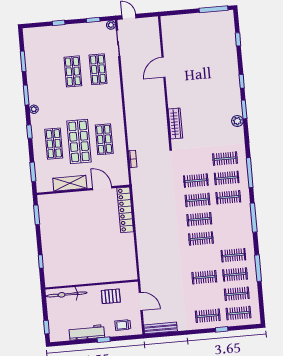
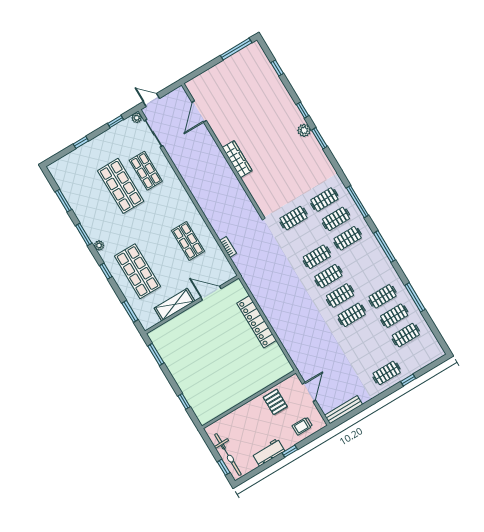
door: (164, 67) -> (199, 111), moved
shop shelf: (73, 71) -> (121, 186), width x1.43, depth x1.36
plant: (237, 121) -> (304, 130), moved
wardrobe: (175, 123) -> (237, 159), moved
shop shelf: (79, 141) -> (163, 256), removed
shop shelf: (54, 144) -> (137, 271), width x1.43, depth x1.36
clothes rail: (196, 181) -> (293, 218), moved
locker: (125, 210) -> (257, 322), moved
clothes rail: (204, 277) -> (352, 315), moved
bicycle: (66, 294) -> (228, 454), moved, turned -90
pallet: (111, 296) -> (275, 402), turned 90
door: (141, 301) -> (309, 392), hinge flipped
clothes rail: (238, 313) -> (417, 354), removed
workbench: (87, 332) -> (268, 452), width x0.73

